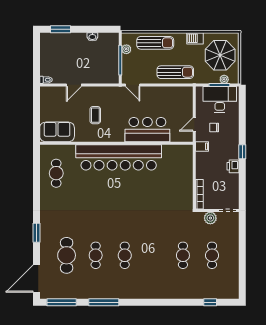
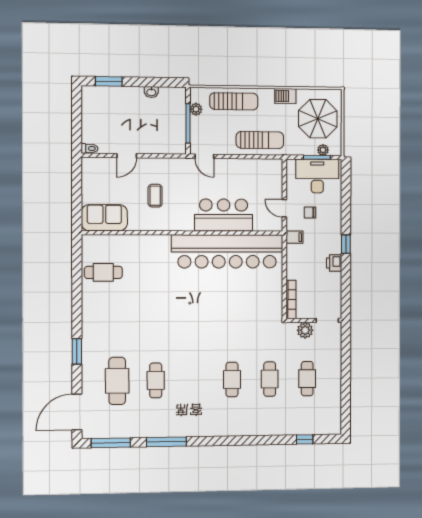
door: (194, 124) -> (284, 208), hinge flipped
bar counter: (119, 157) -> (227, 251), moved
cafe table: (56, 173) -> (103, 272), turned 90
cafe table: (125, 255) -> (232, 380), moved

